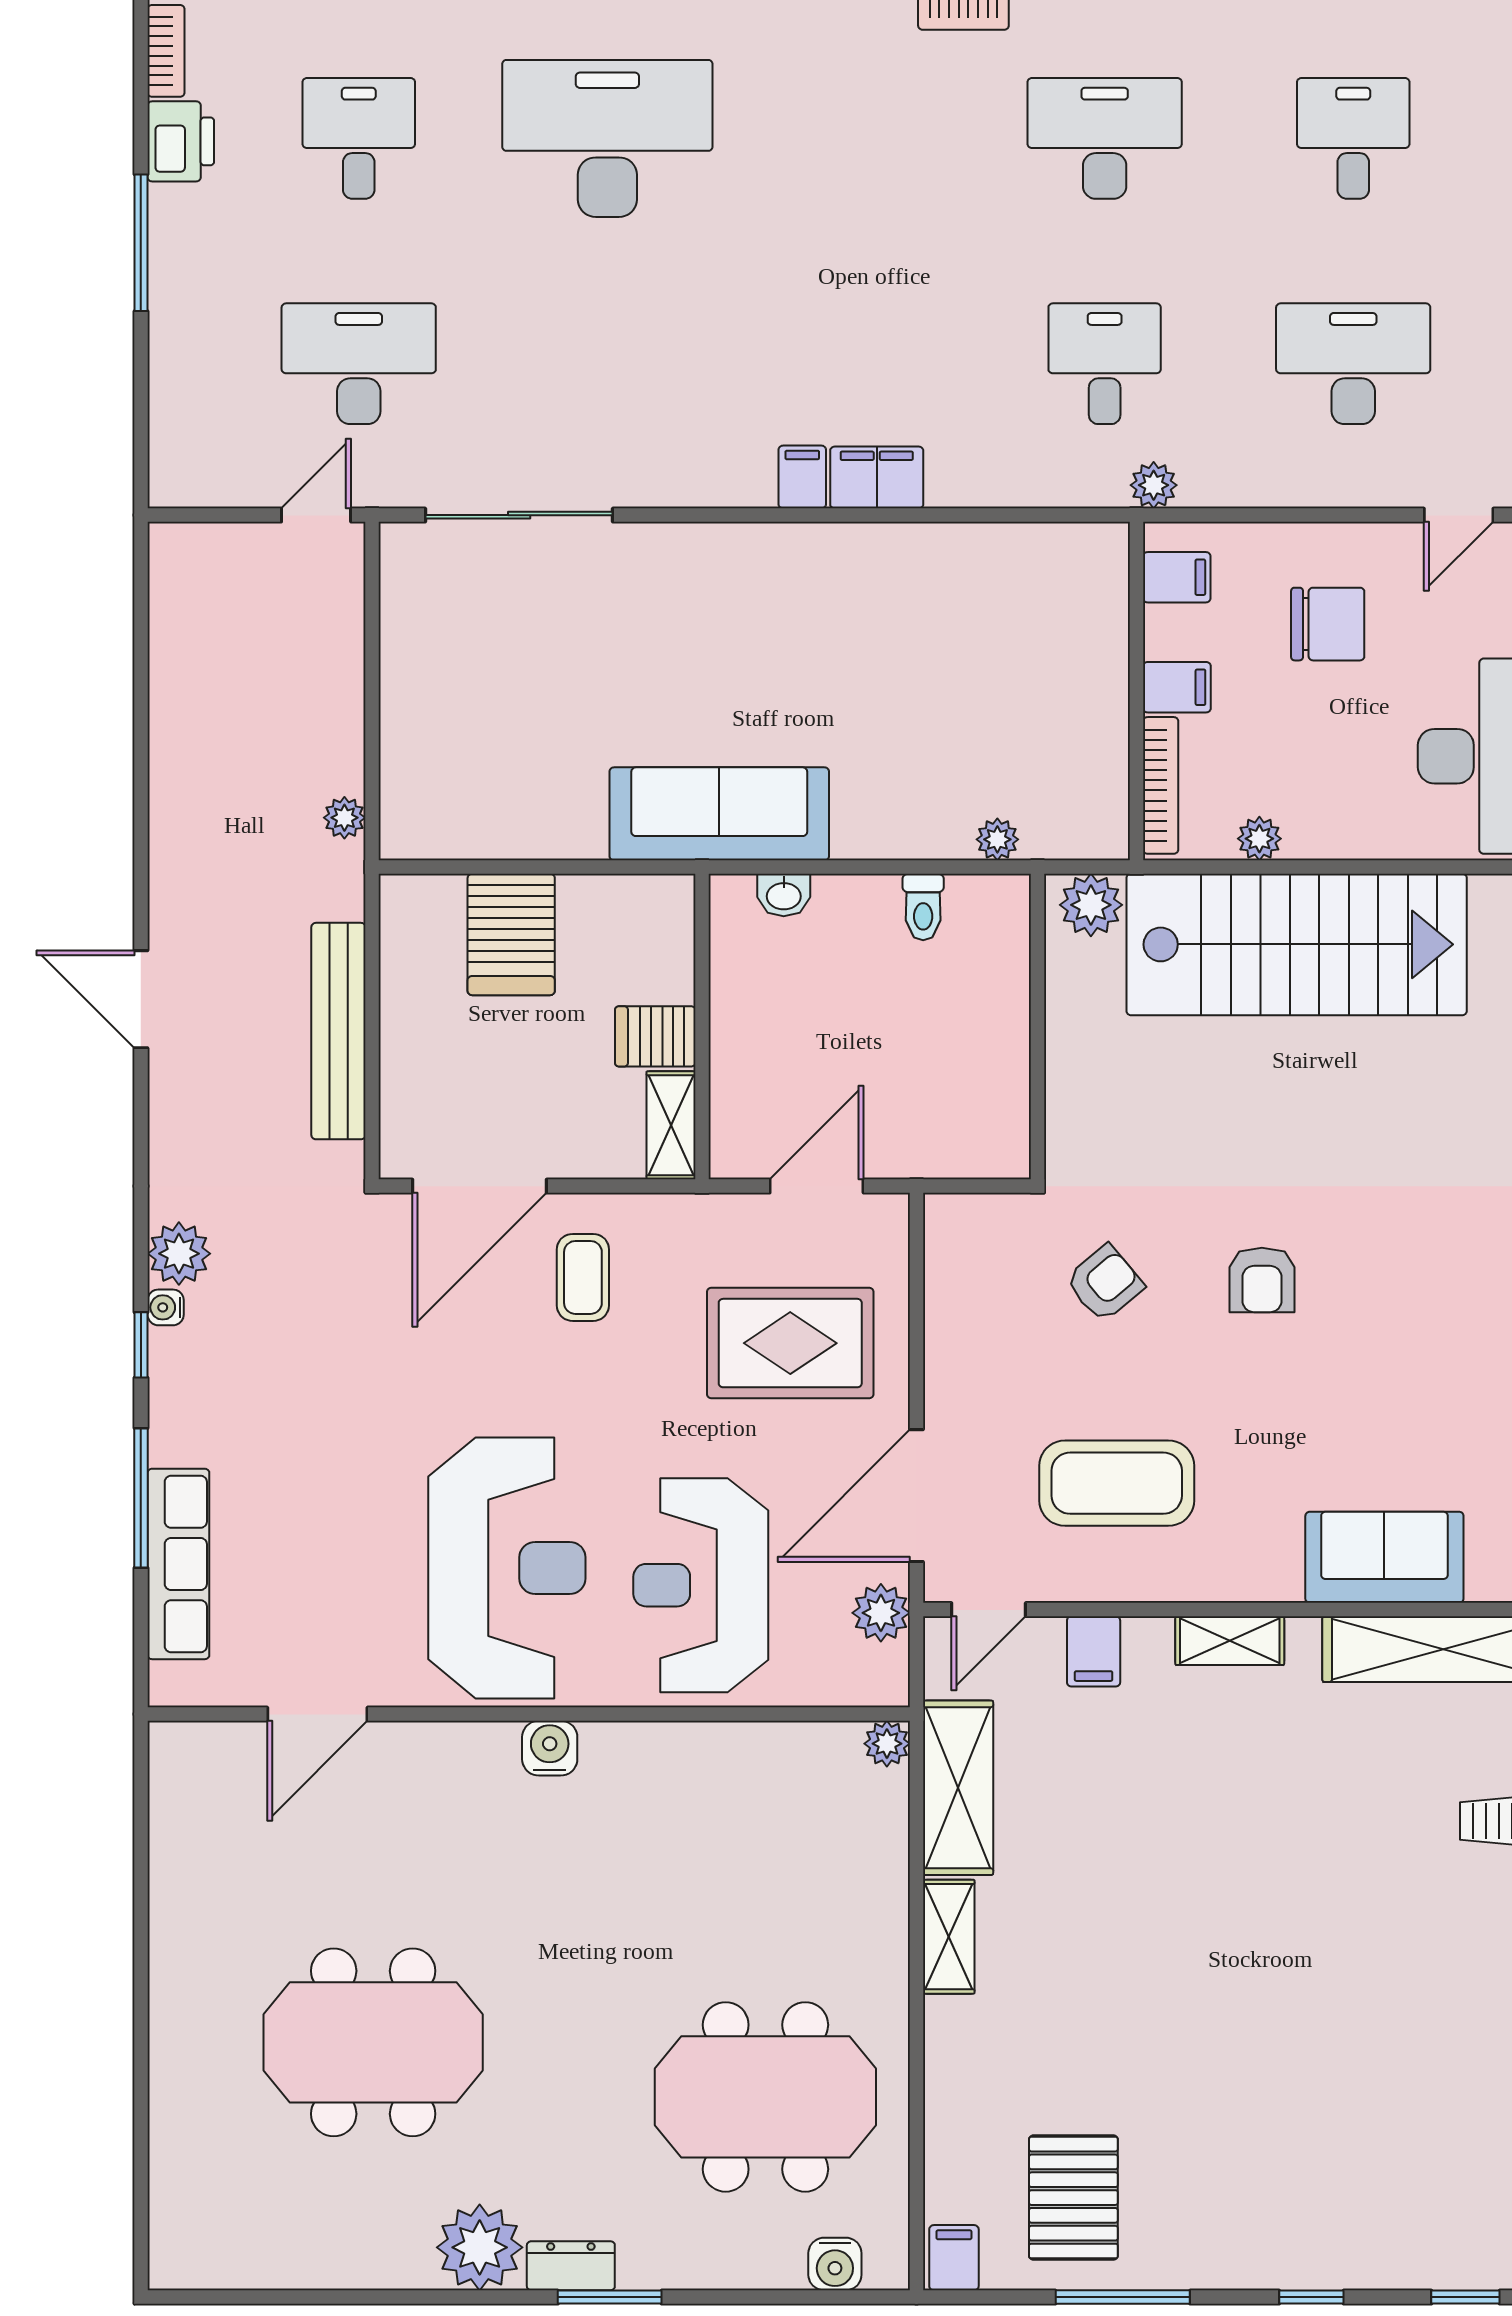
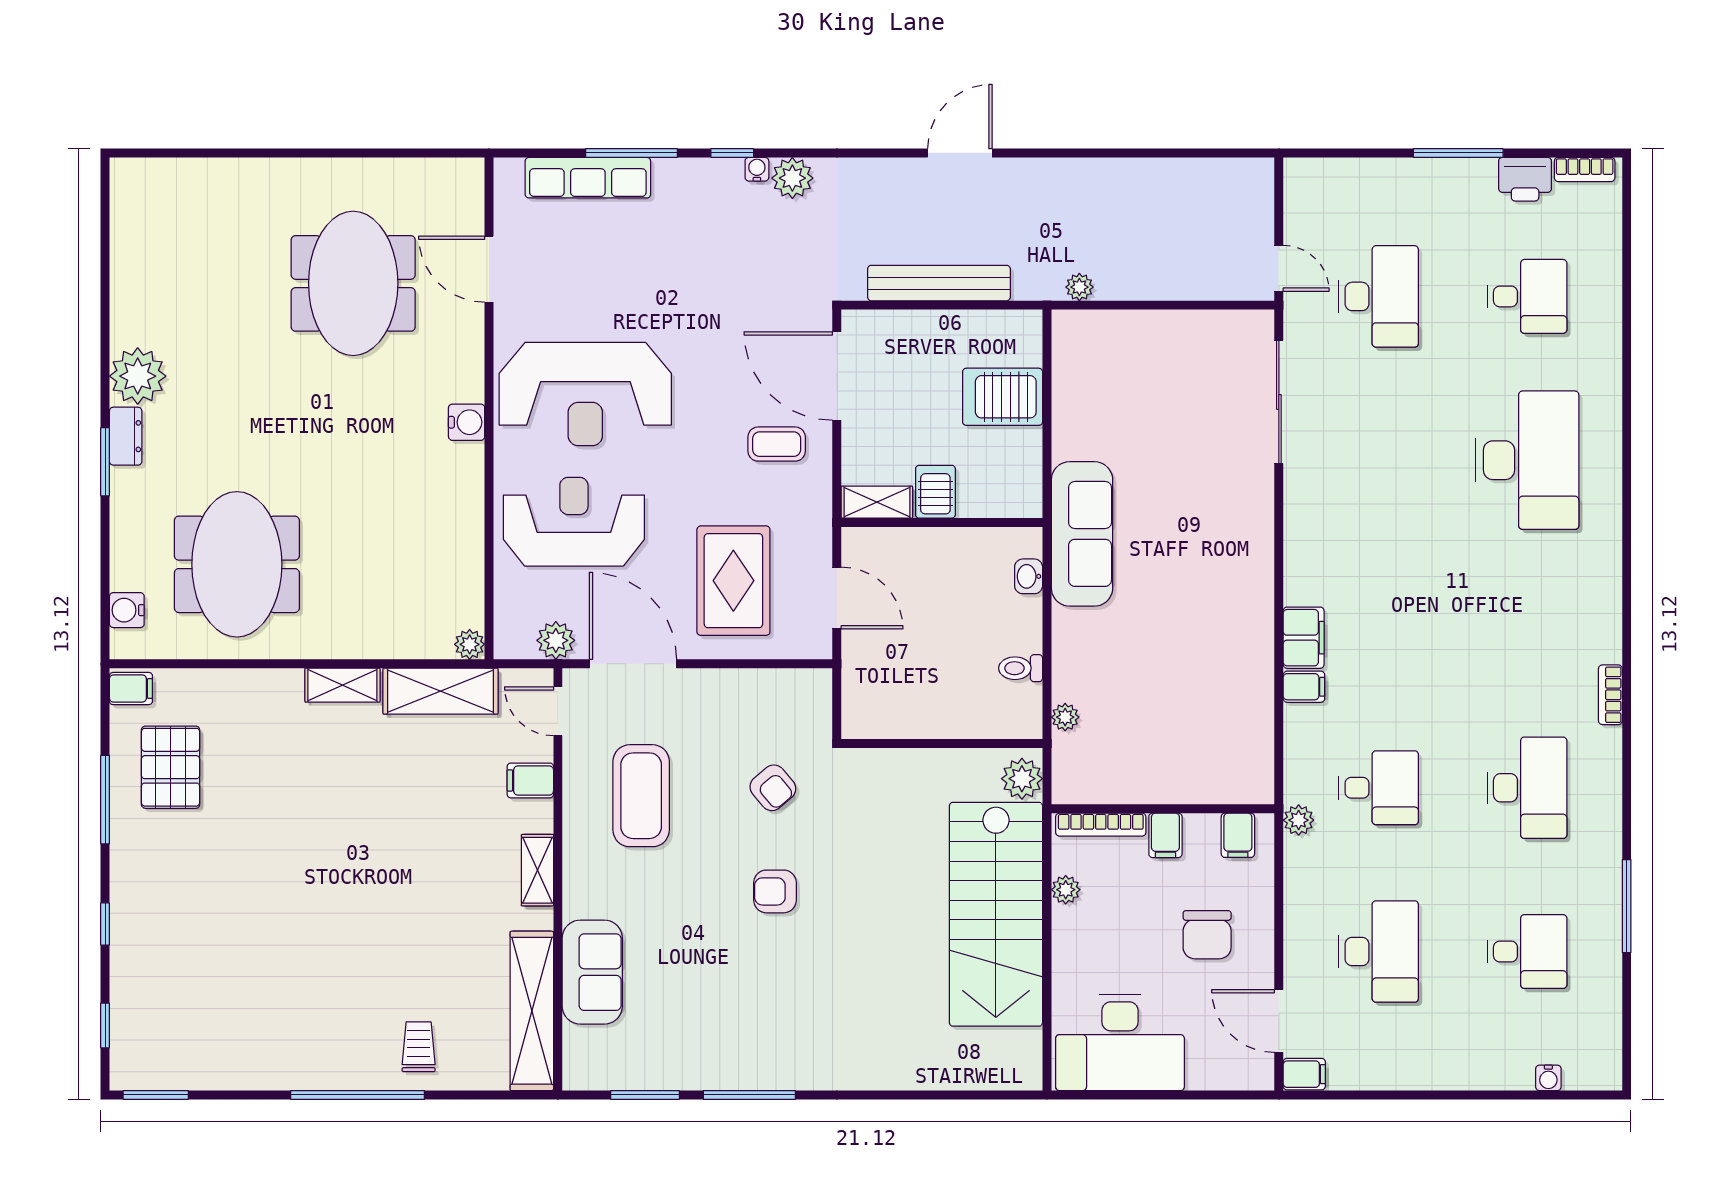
filing cabinet: (802, 477) -> (1304, 687), moved
door: (1459, 515) -> (1279, 1021), width x1.38
meeting table: (373, 2042) -> (353, 283), moved
pallet: (1073, 2198) -> (171, 767), turned 90

